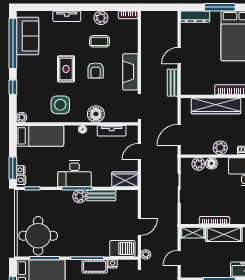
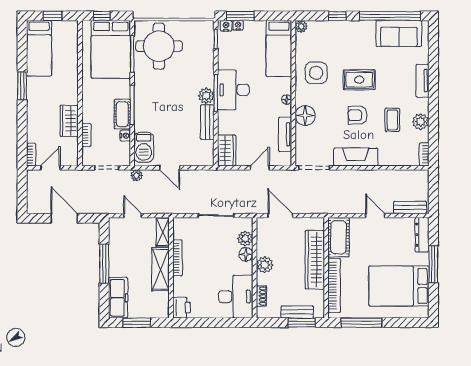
bench: (172, 83) -> (410, 208), moved
cot: (197, 86) -> (339, 237), added
door: (139, 152) -> (260, 168), hinge flipped

